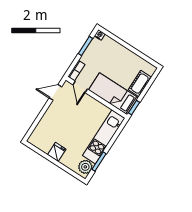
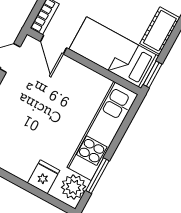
fridge: (57, 152) -> (44, 177), moved

